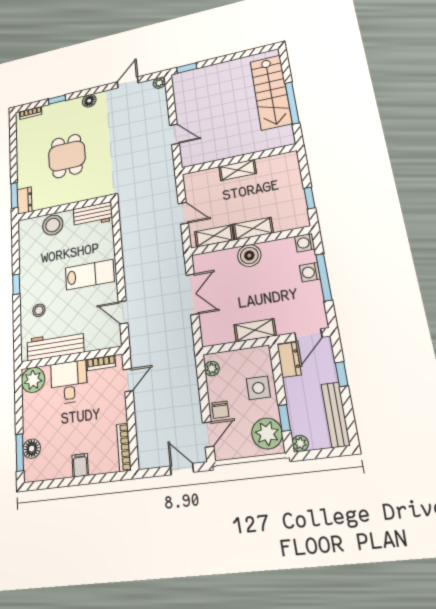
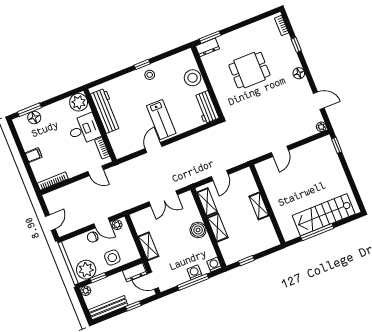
stool: (39, 310) -> (150, 75), moved
door: (123, 312) -> (154, 147), moved
door: (208, 434) -> (102, 223), moved

